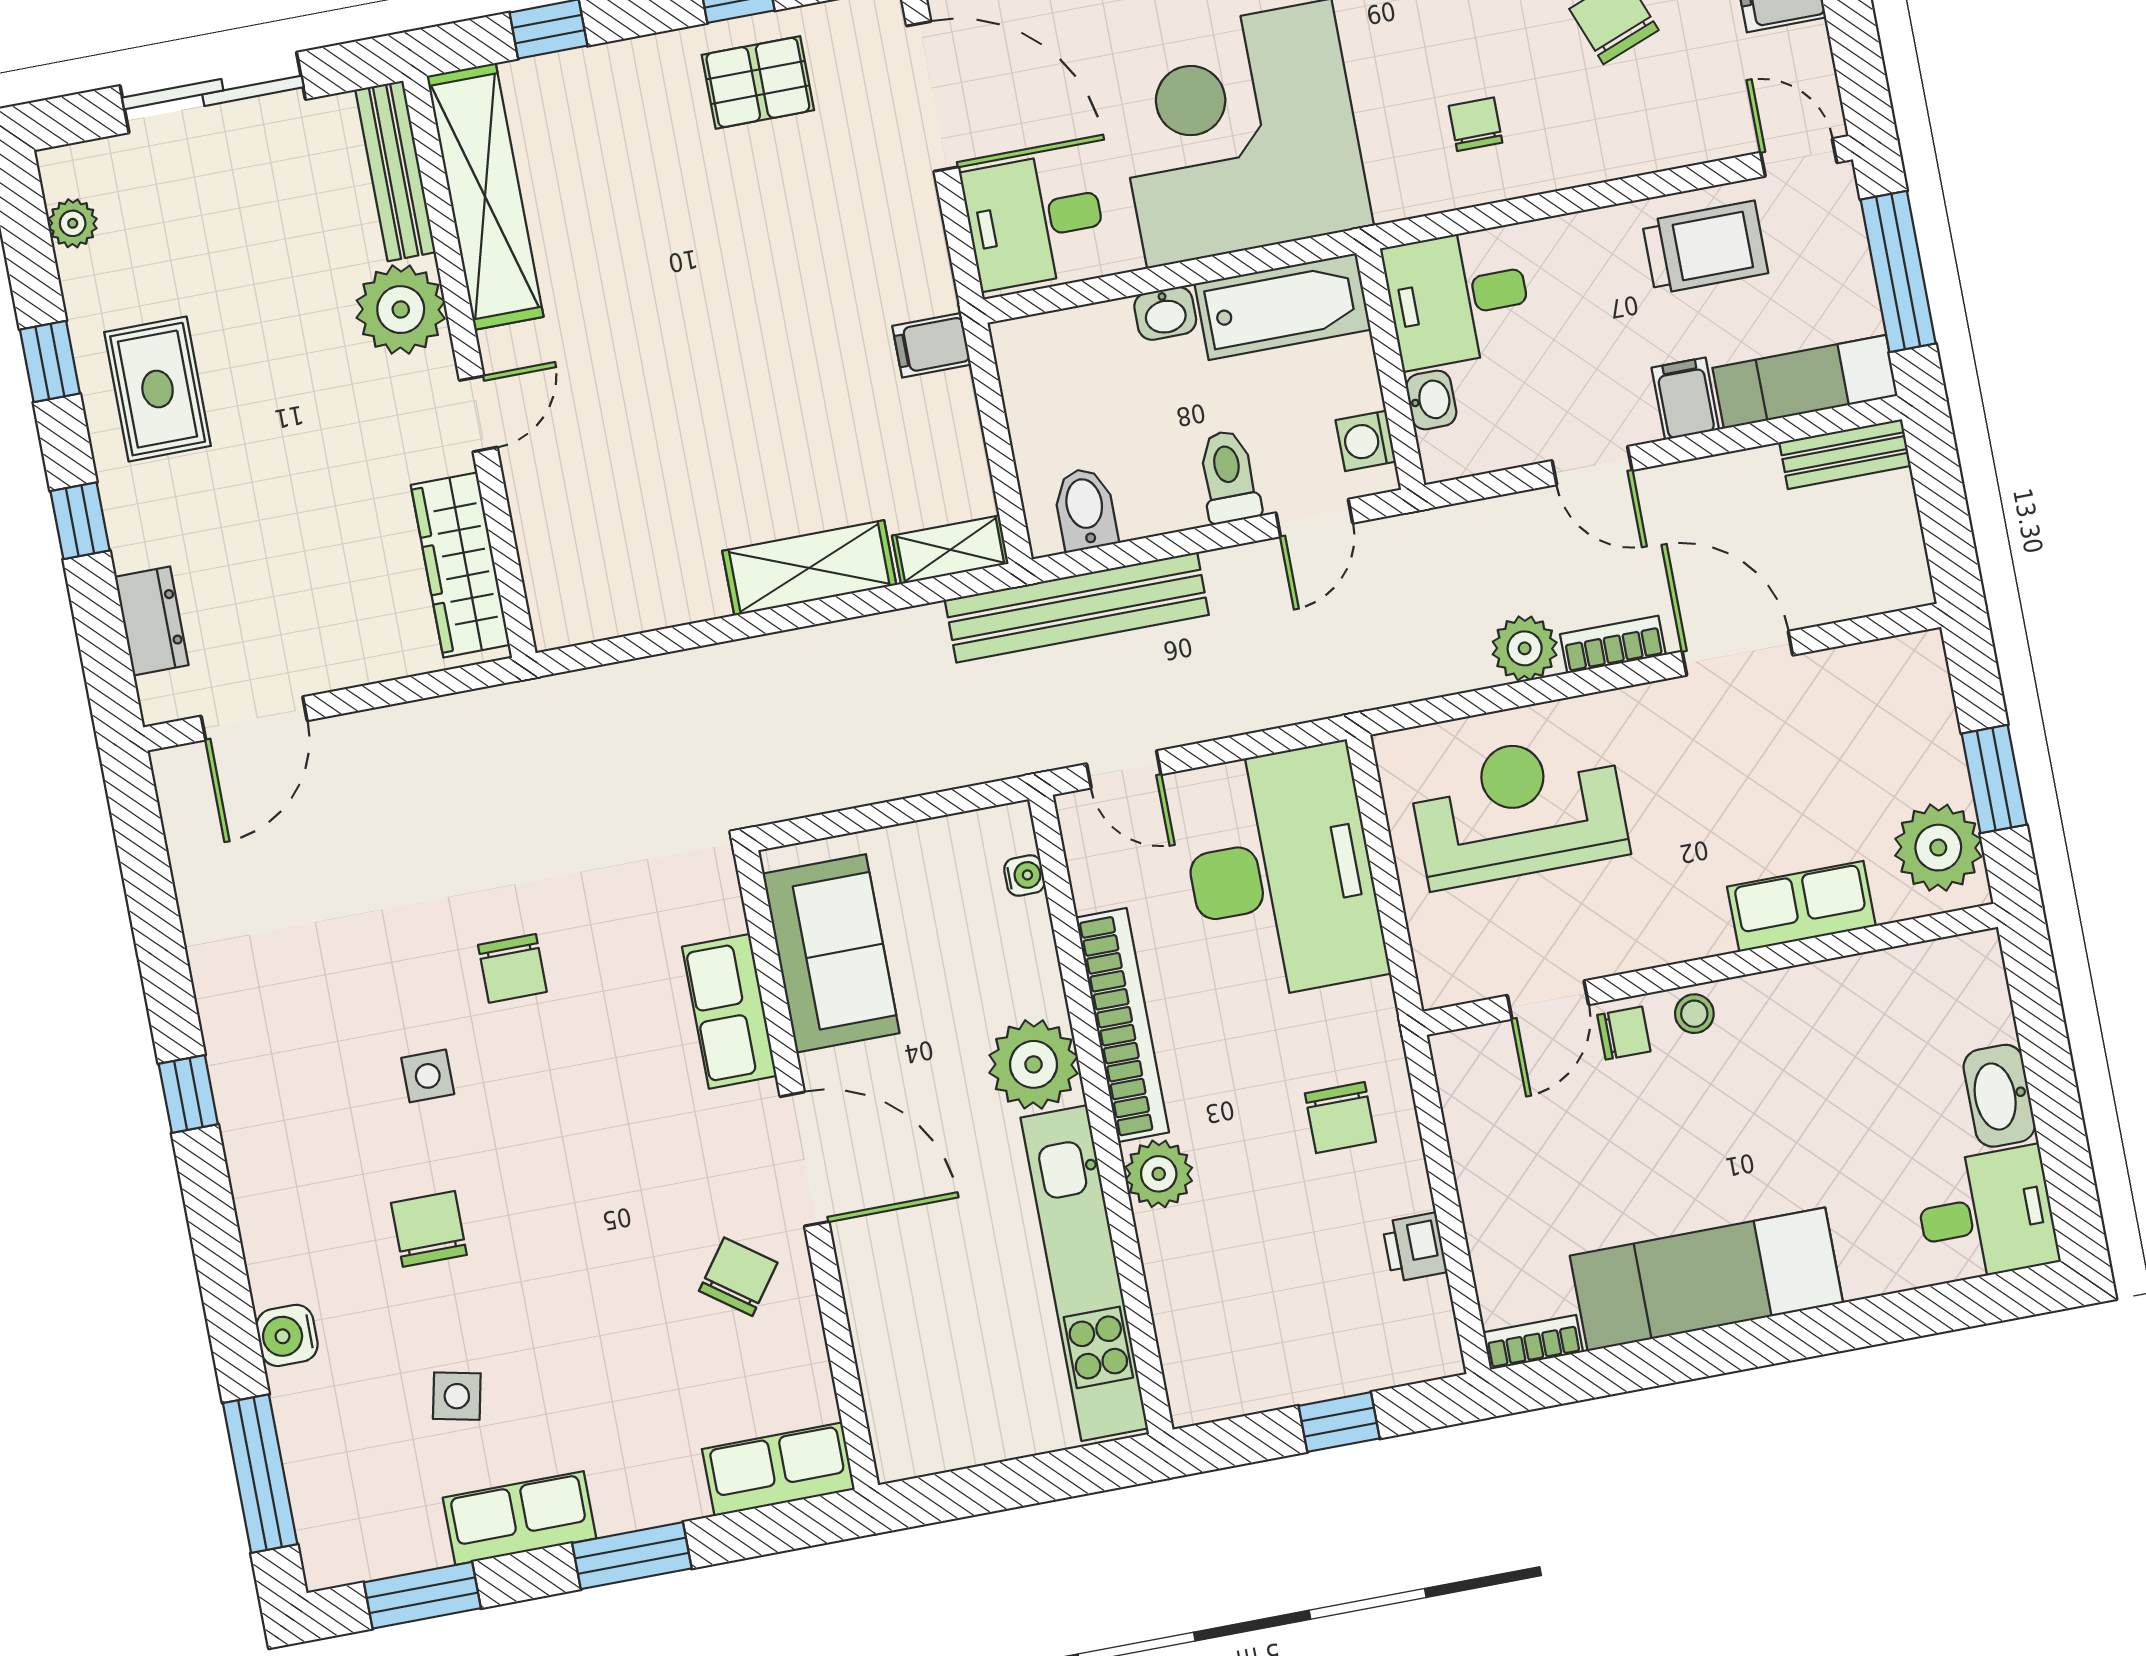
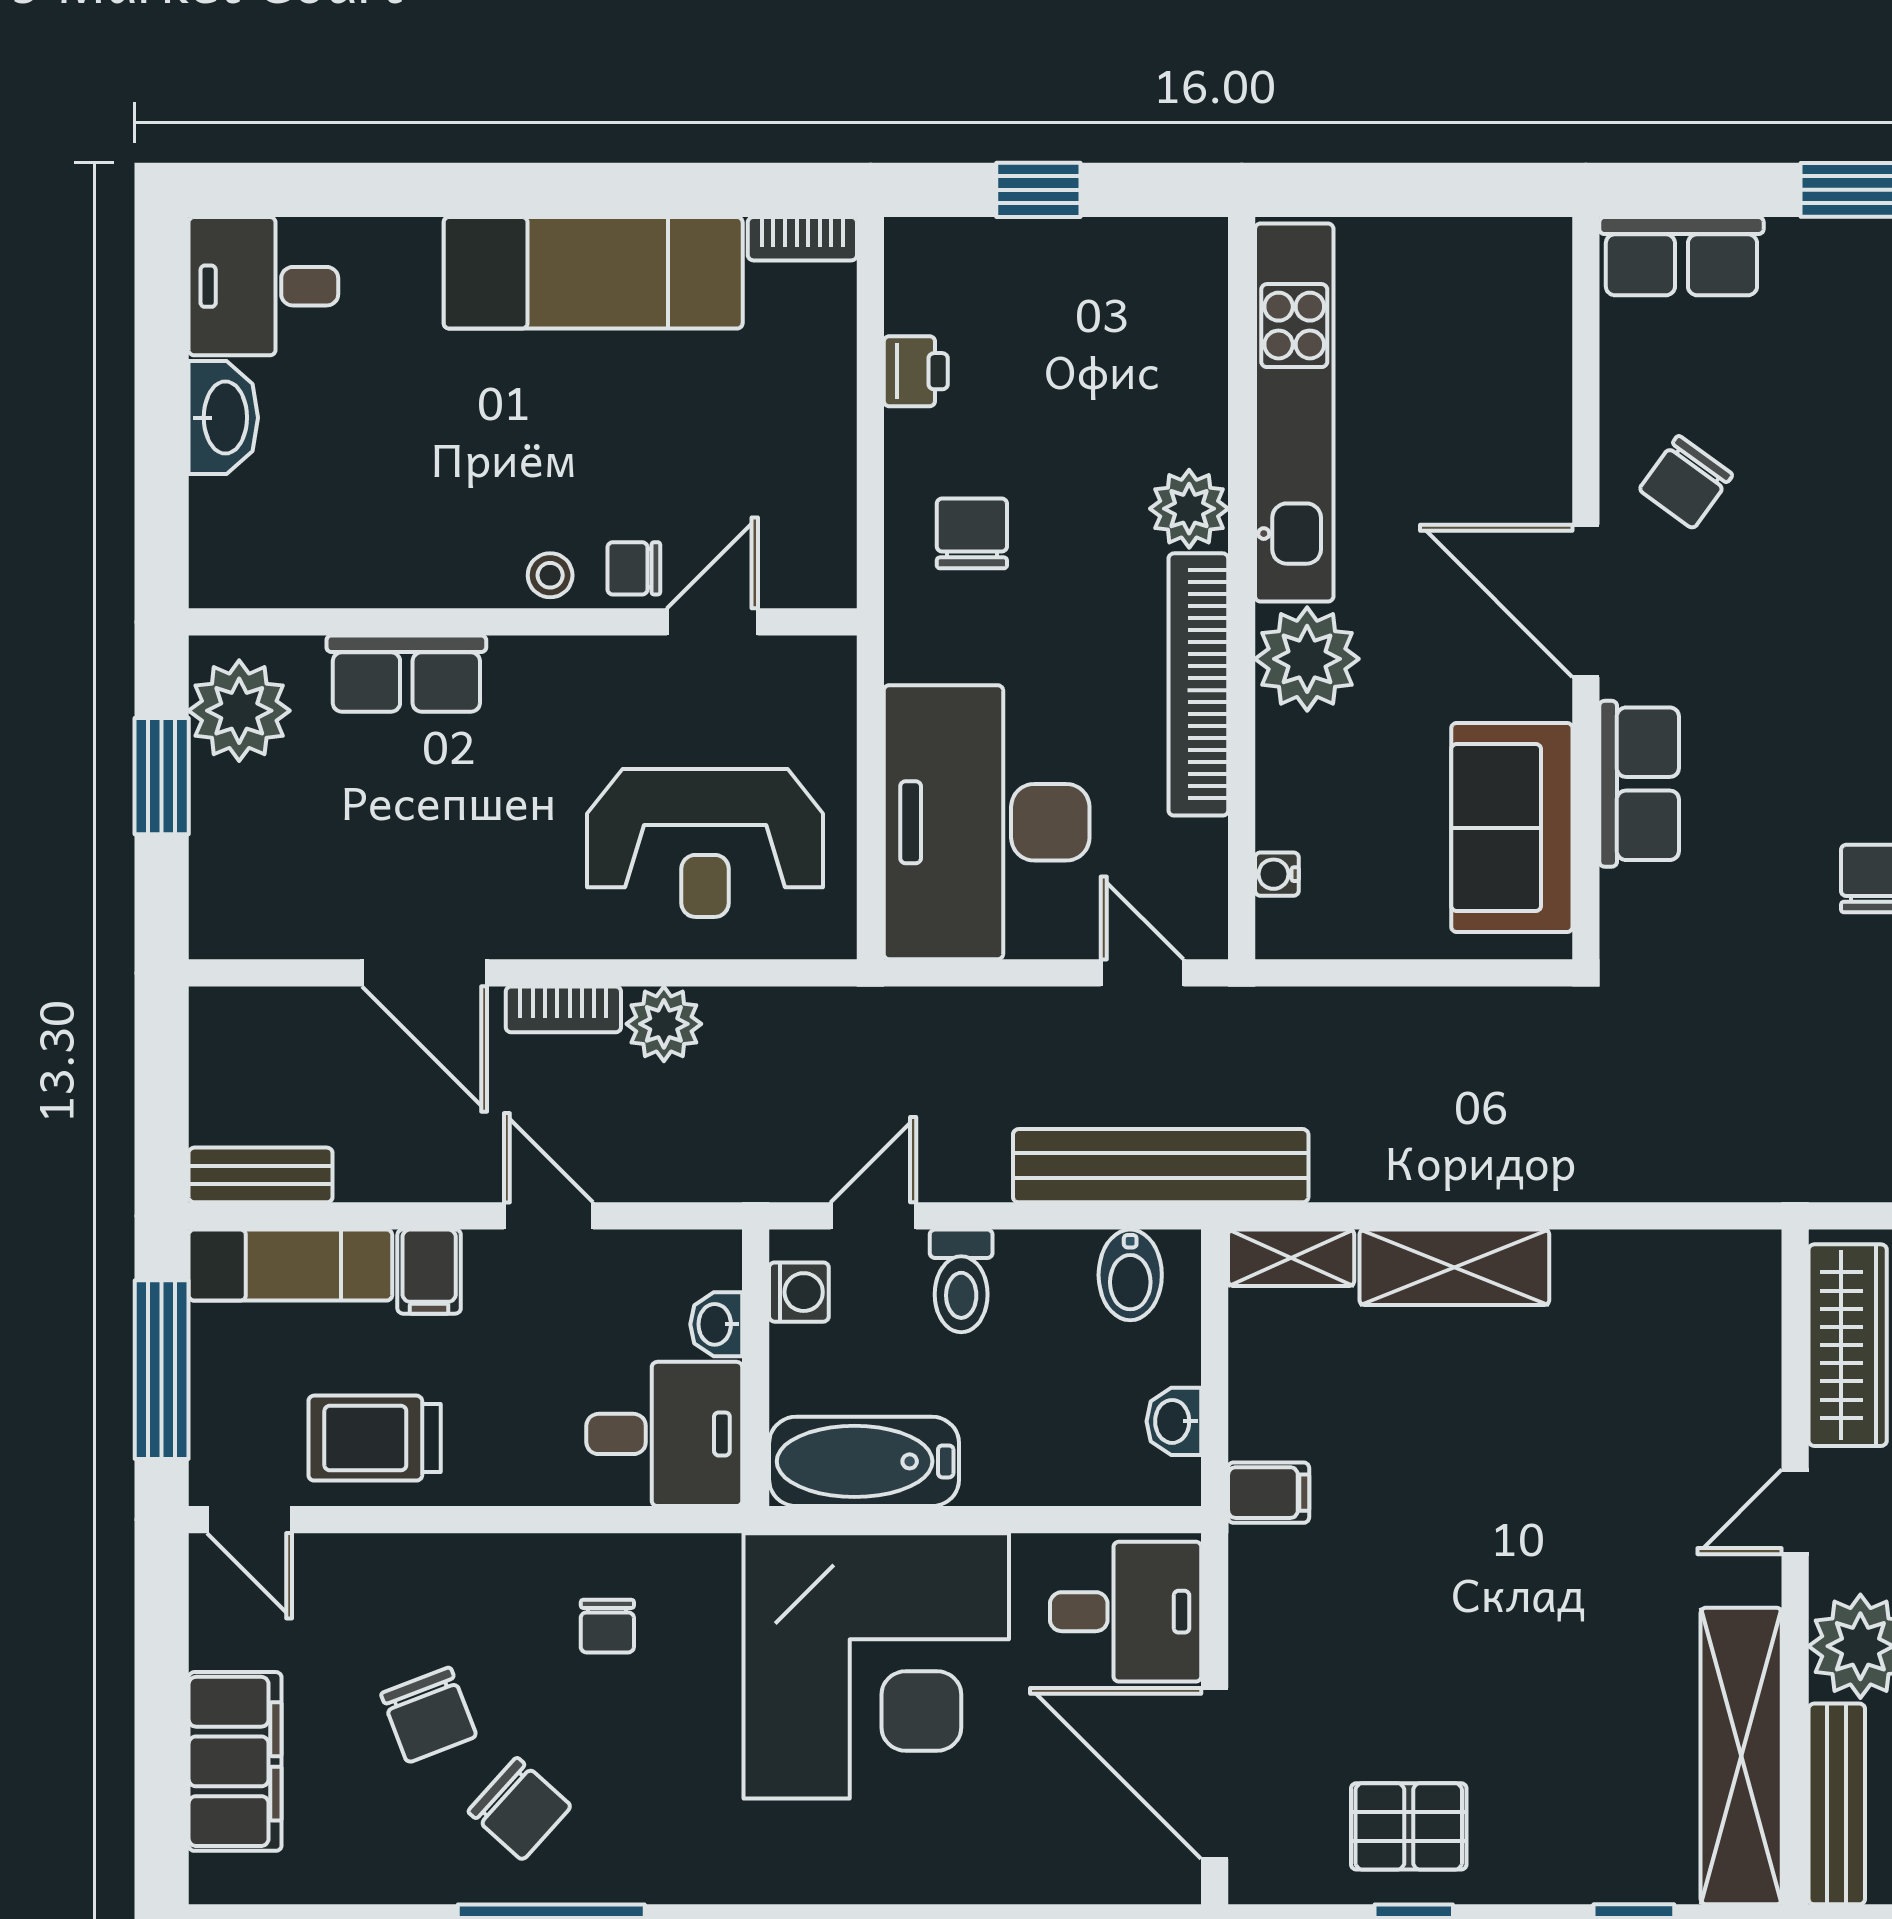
washbasin: (1165, 313) -> (1174, 1421), moved, turned -90

